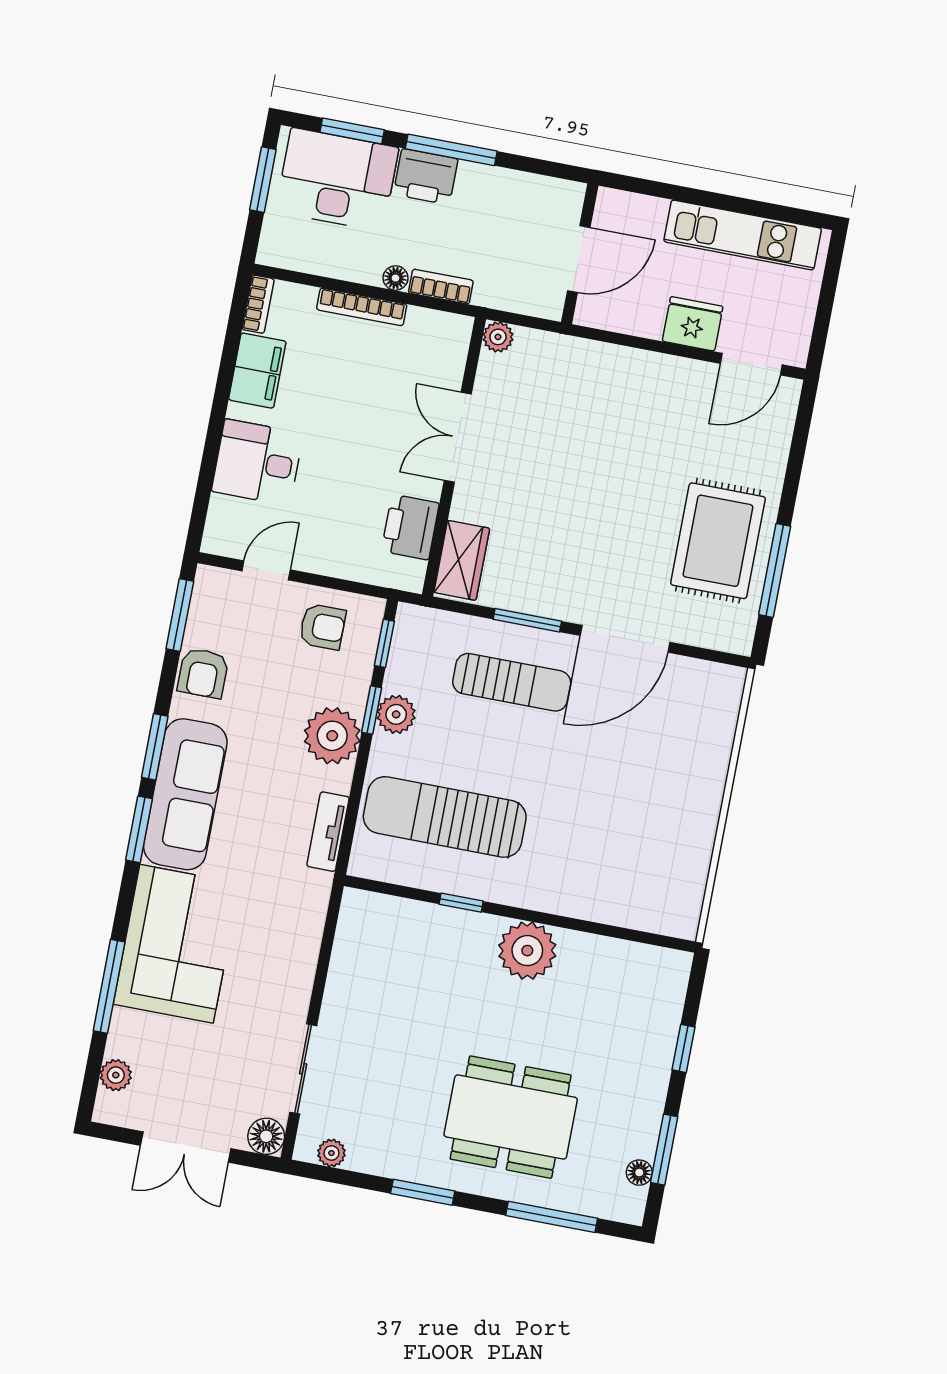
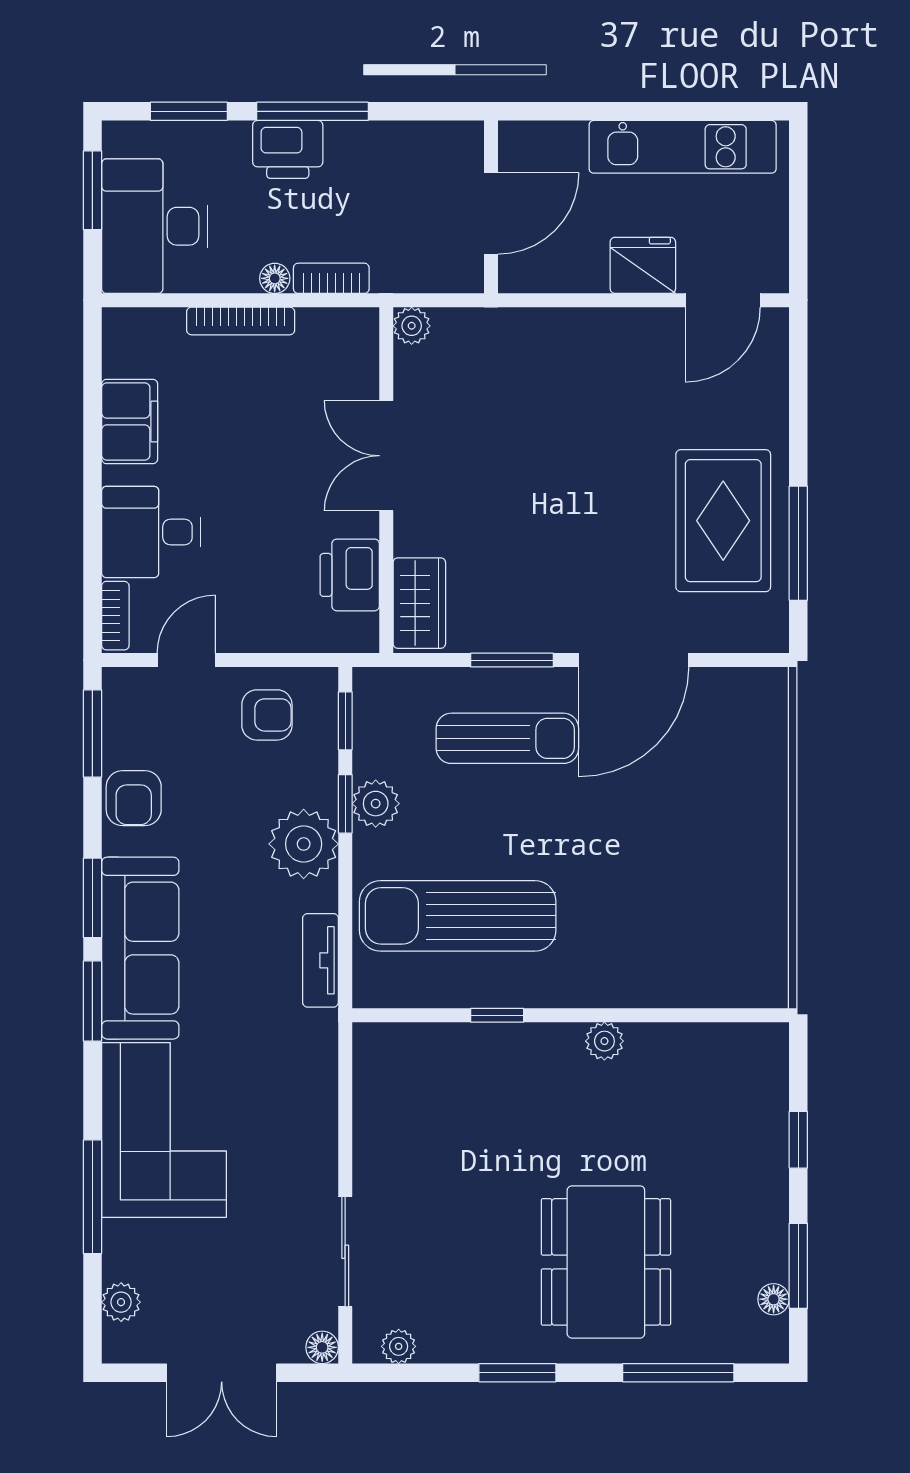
desk: (337, 180) -> (154, 226), moved, turned -90
bookcase: (258, 304) -> (115, 616), moved
plant: (527, 951) -> (604, 1041), width x0.53, depth x0.53
dining table: (511, 1117) -> (606, 1262), turned 90
floor lamp: (266, 1136) -> (322, 1347), width x0.73, depth x0.73

